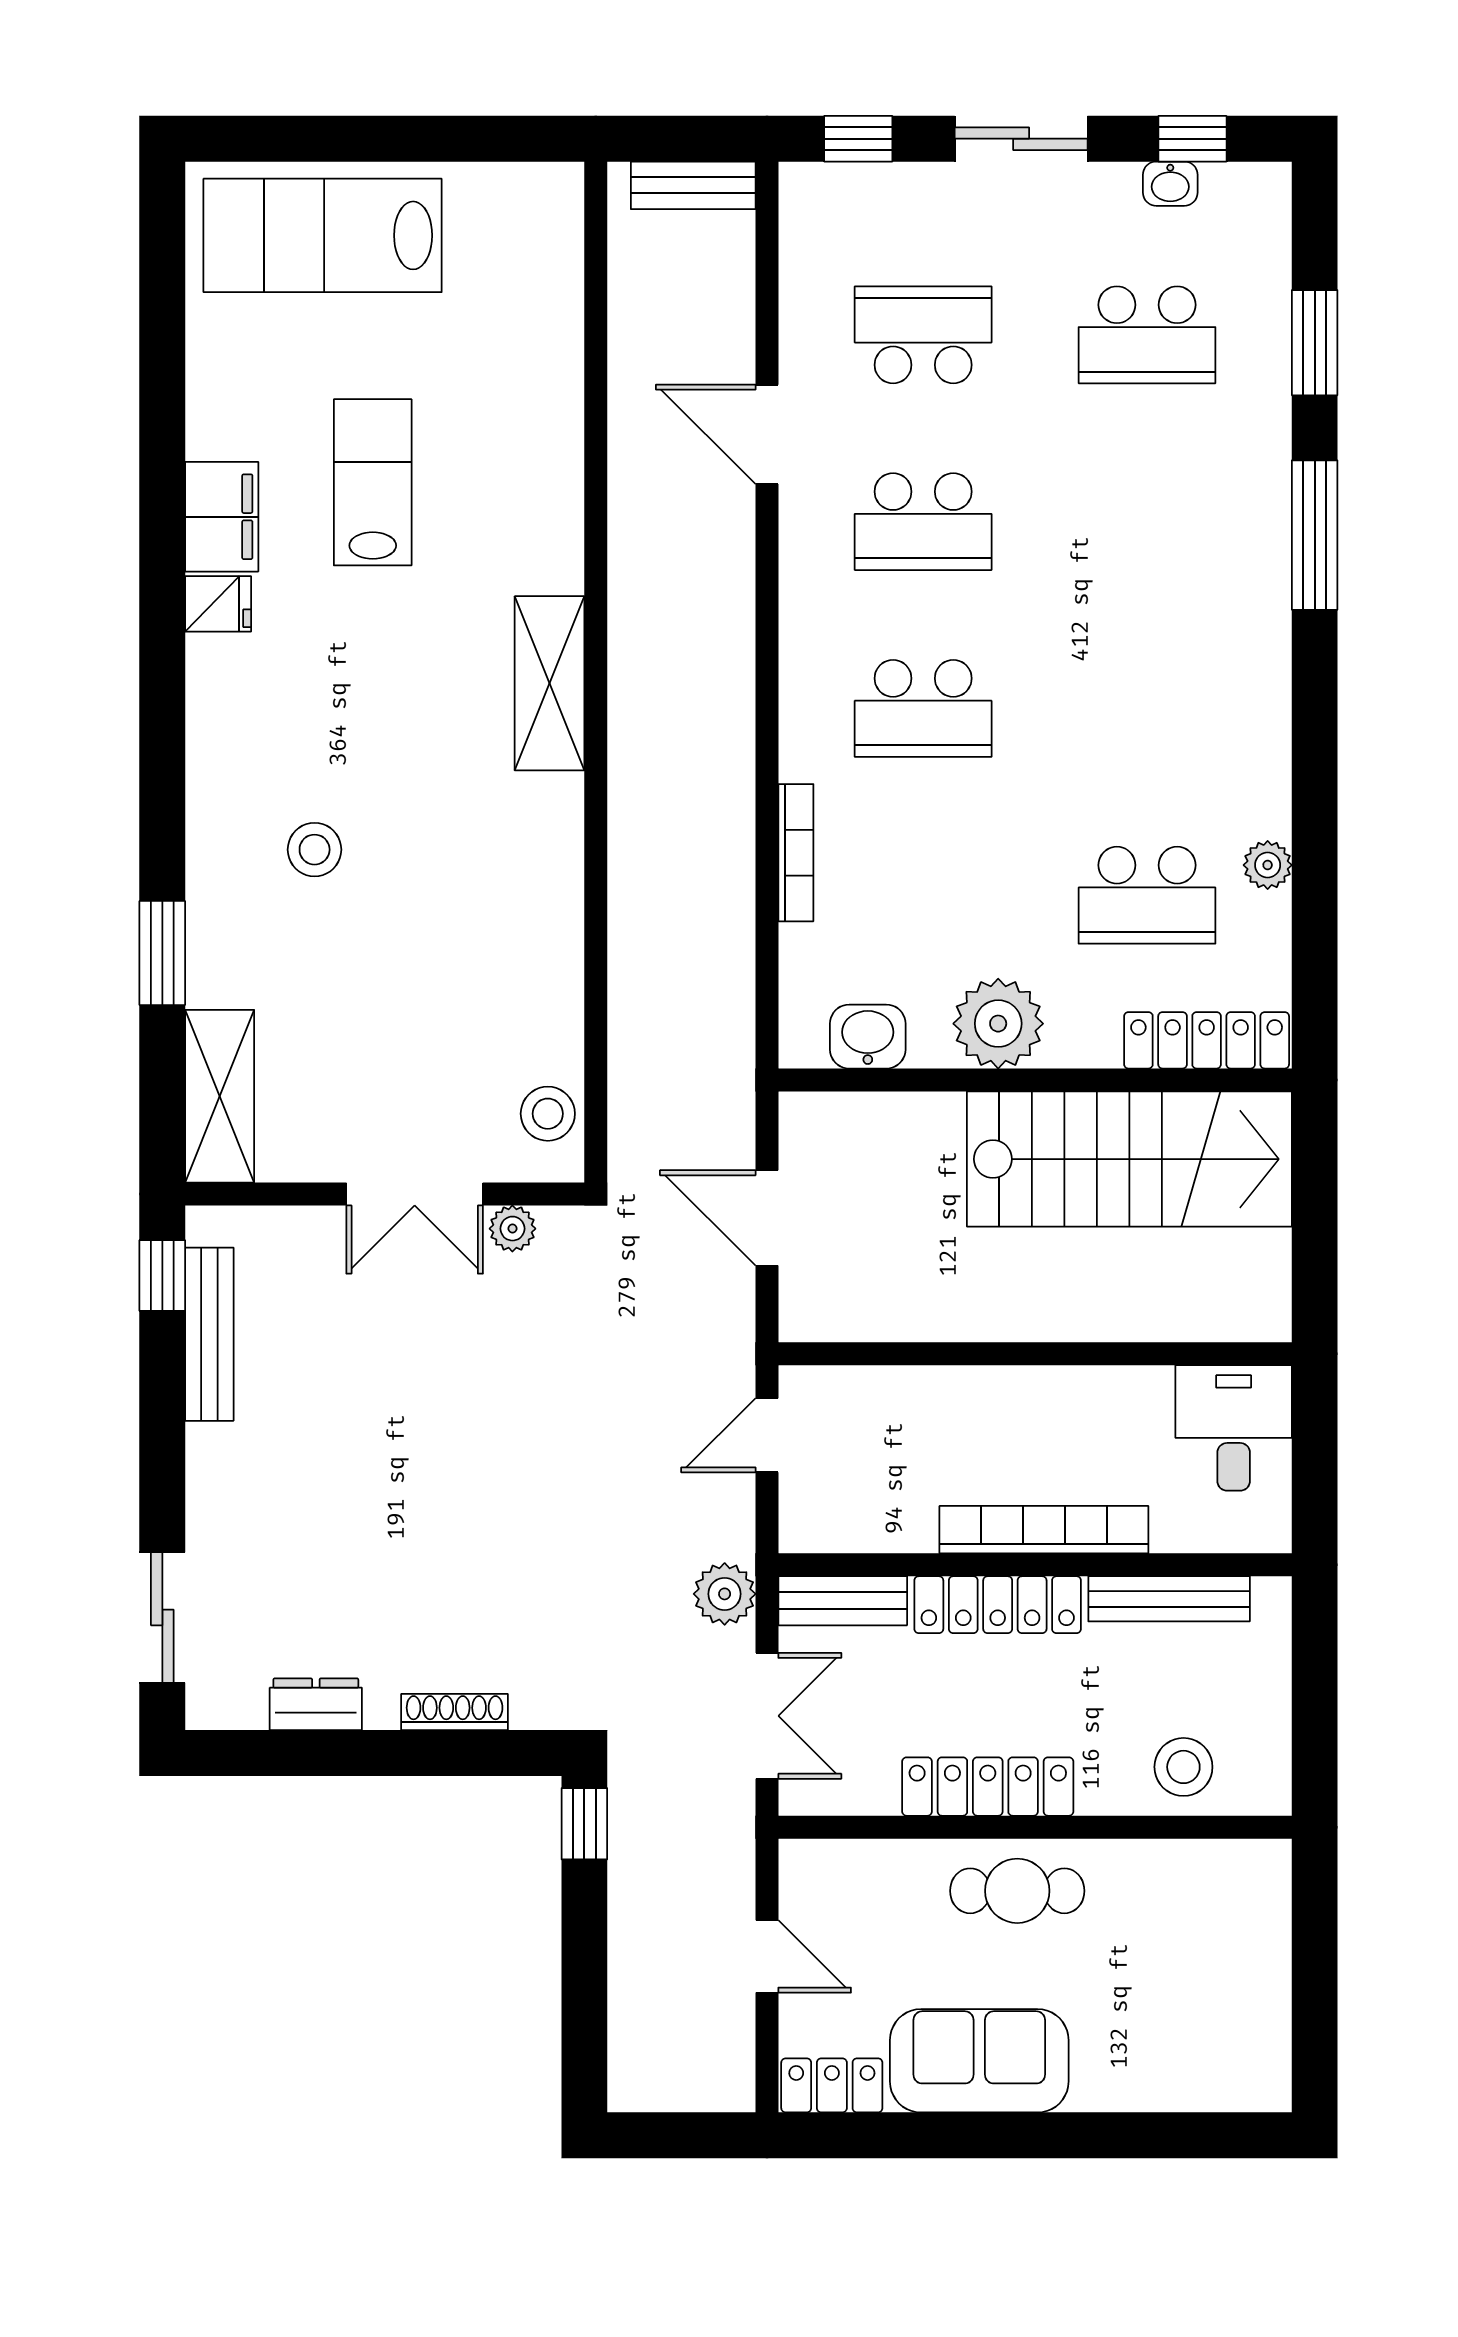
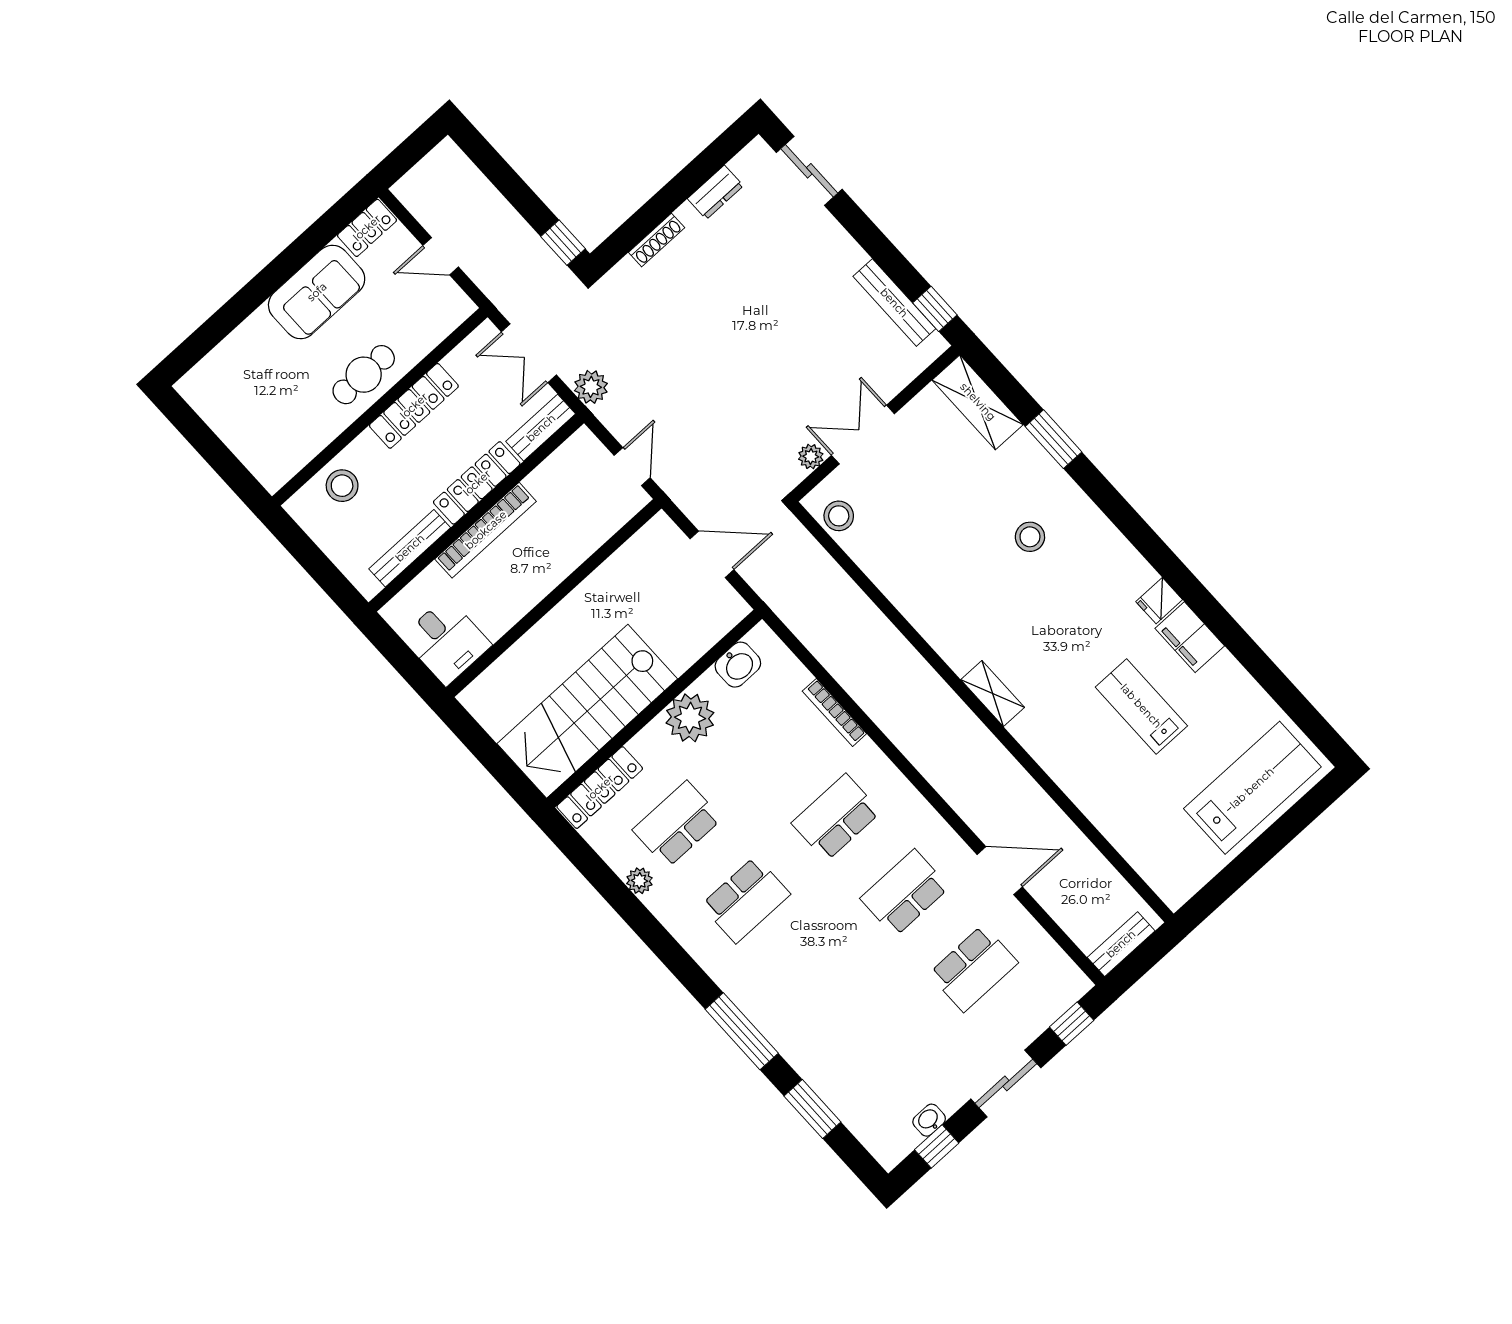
school desk: (1147, 335) -> (746, 900), moved, turned 180
lab bench: (373, 482) -> (1141, 706), turned 180
shelving: (550, 683) -> (993, 694), width x0.67, depth x0.75

